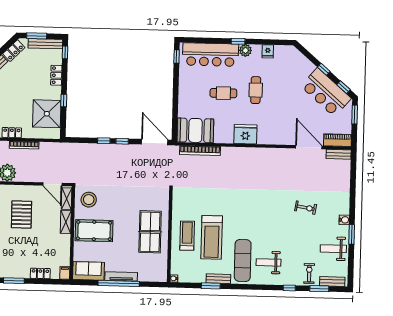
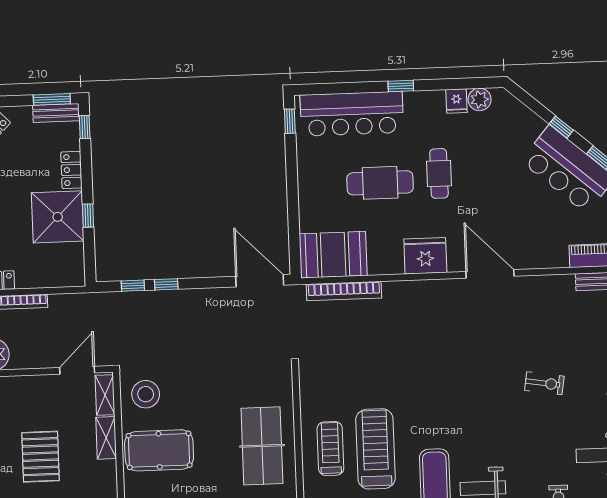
window: (37, 36) -> (52, 99), moved
bench: (45, 44) -> (56, 113), width x0.73
plant: (245, 50) -> (480, 99), moved
cafe table: (223, 93) -> (380, 183), width x1.37, depth x1.35
shower: (47, 114) -> (58, 217), moved
window: (122, 141) -> (133, 286), moved
door: (309, 147) -> (490, 274), moved
door: (52, 184) -> (77, 370), swing flipped
pallet: (22, 214) -> (41, 457), moved
treadmill: (212, 237) -> (375, 449), turned 180

